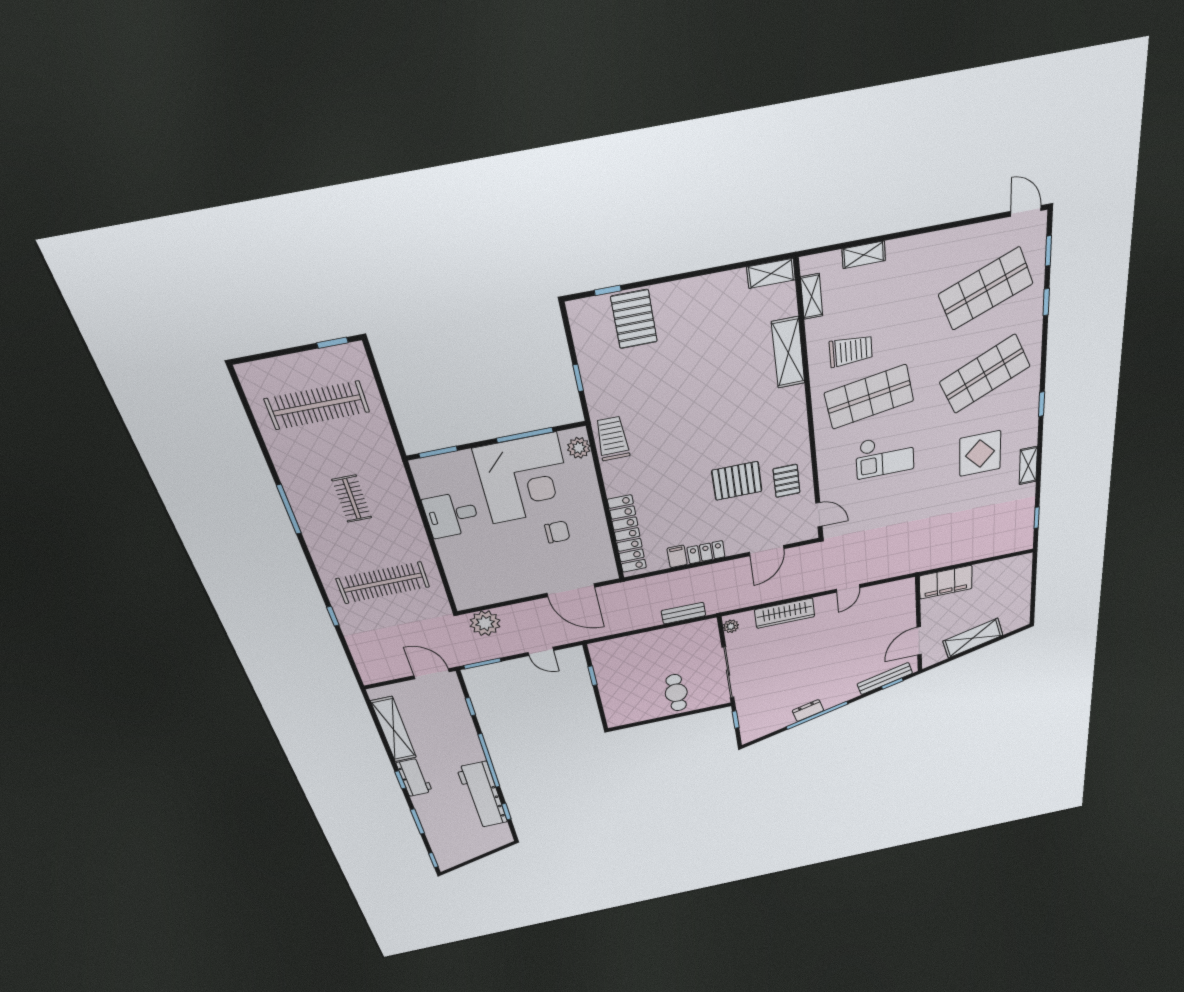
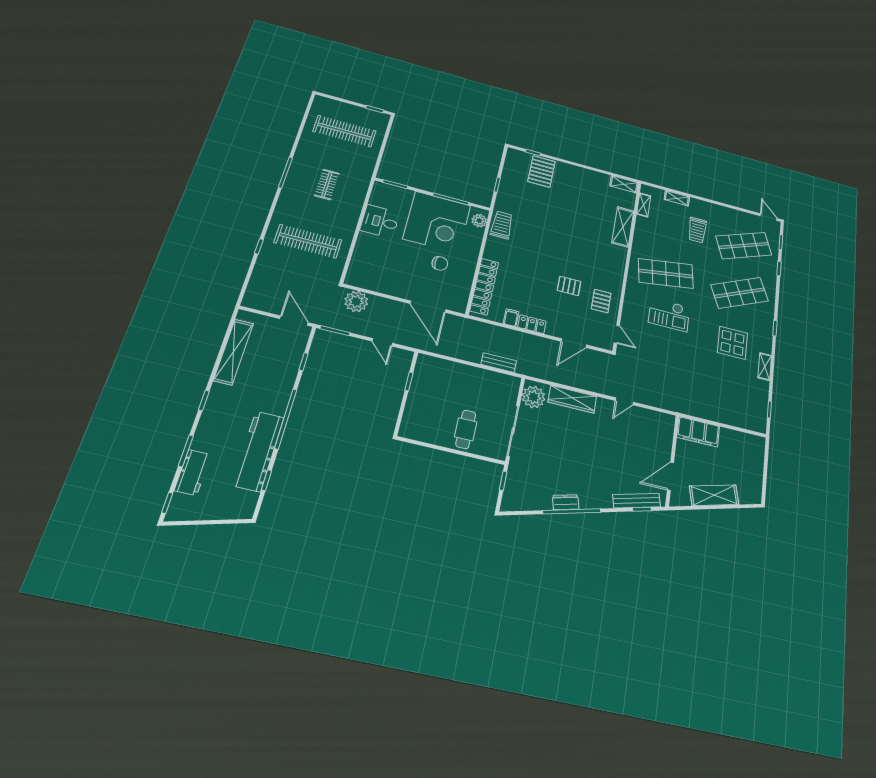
trolley: (851, 351) -> (697, 230), moved, turned 90
pallet: (737, 481) -> (569, 286), width x0.67, depth x0.71
plant: (731, 626) -> (534, 397), width x1.88, depth x1.88
workbench: (414, 777) -> (193, 472), moved

